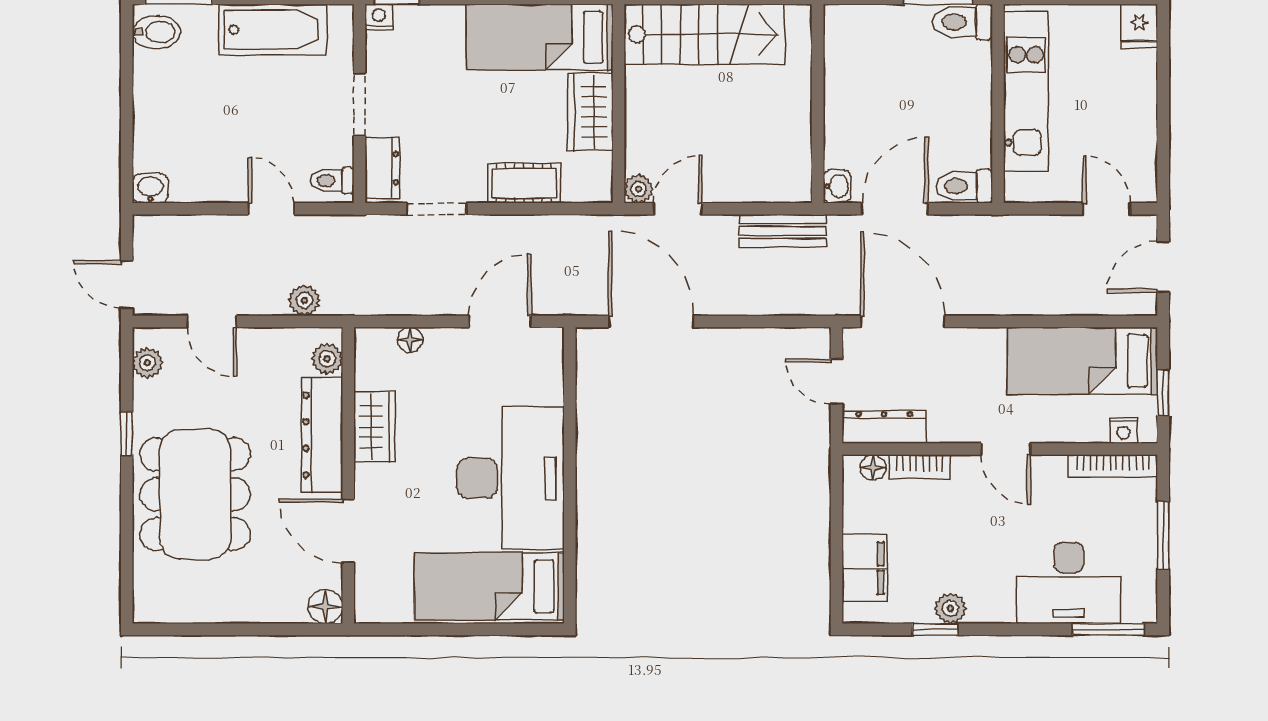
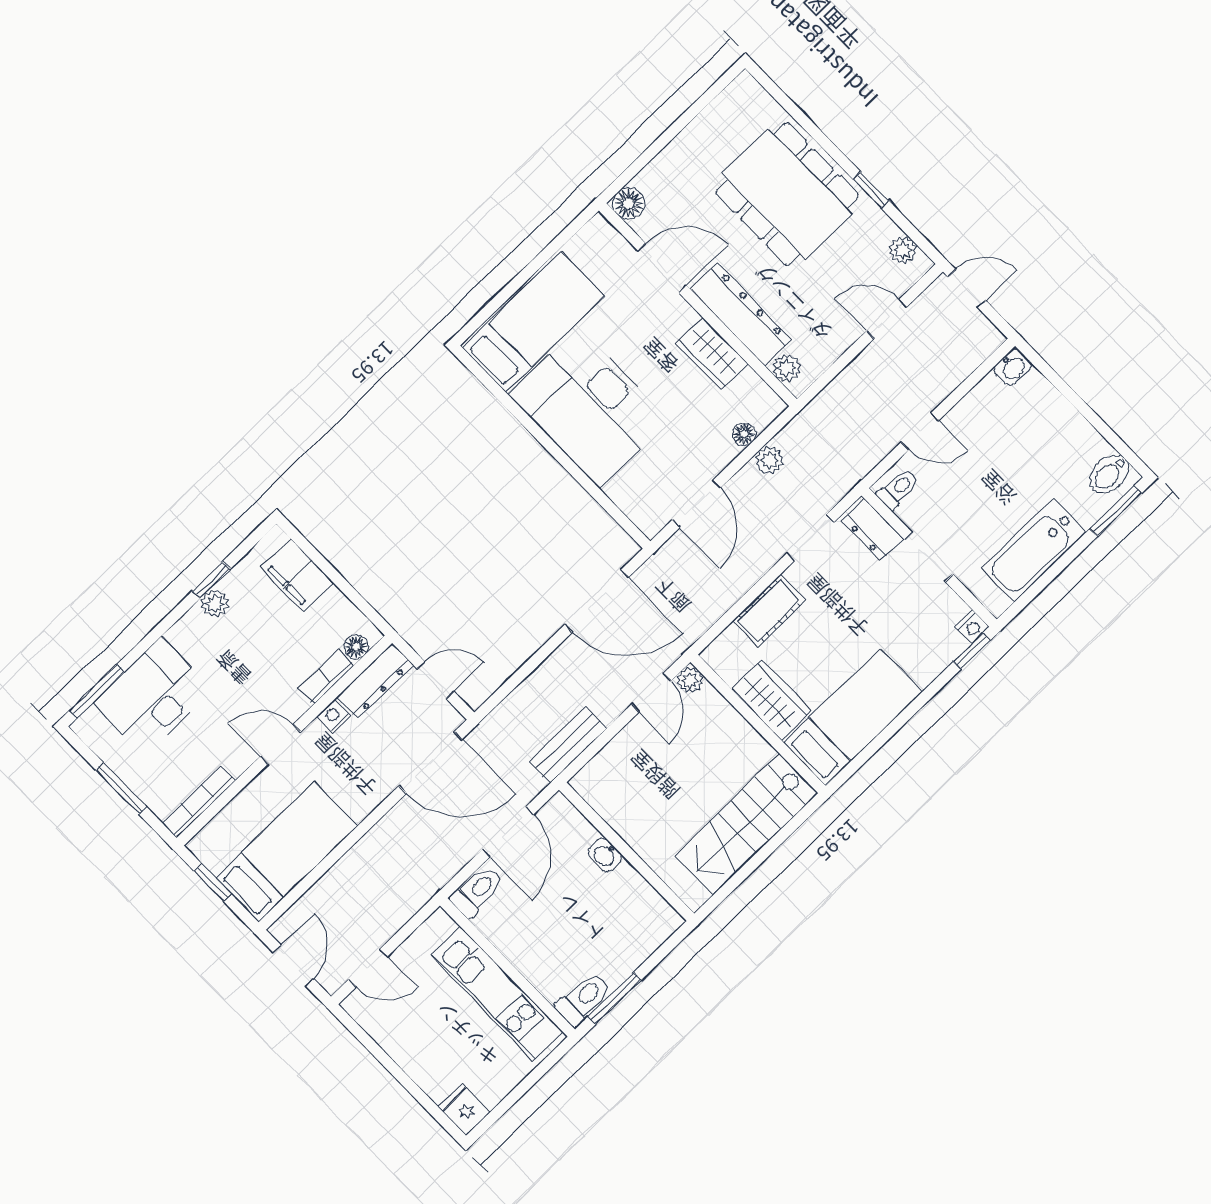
washbasin: (837, 186) -> (605, 855), moved
plant: (304, 300) -> (769, 460), moved
nightstand: (1123, 431) -> (334, 716), moved

